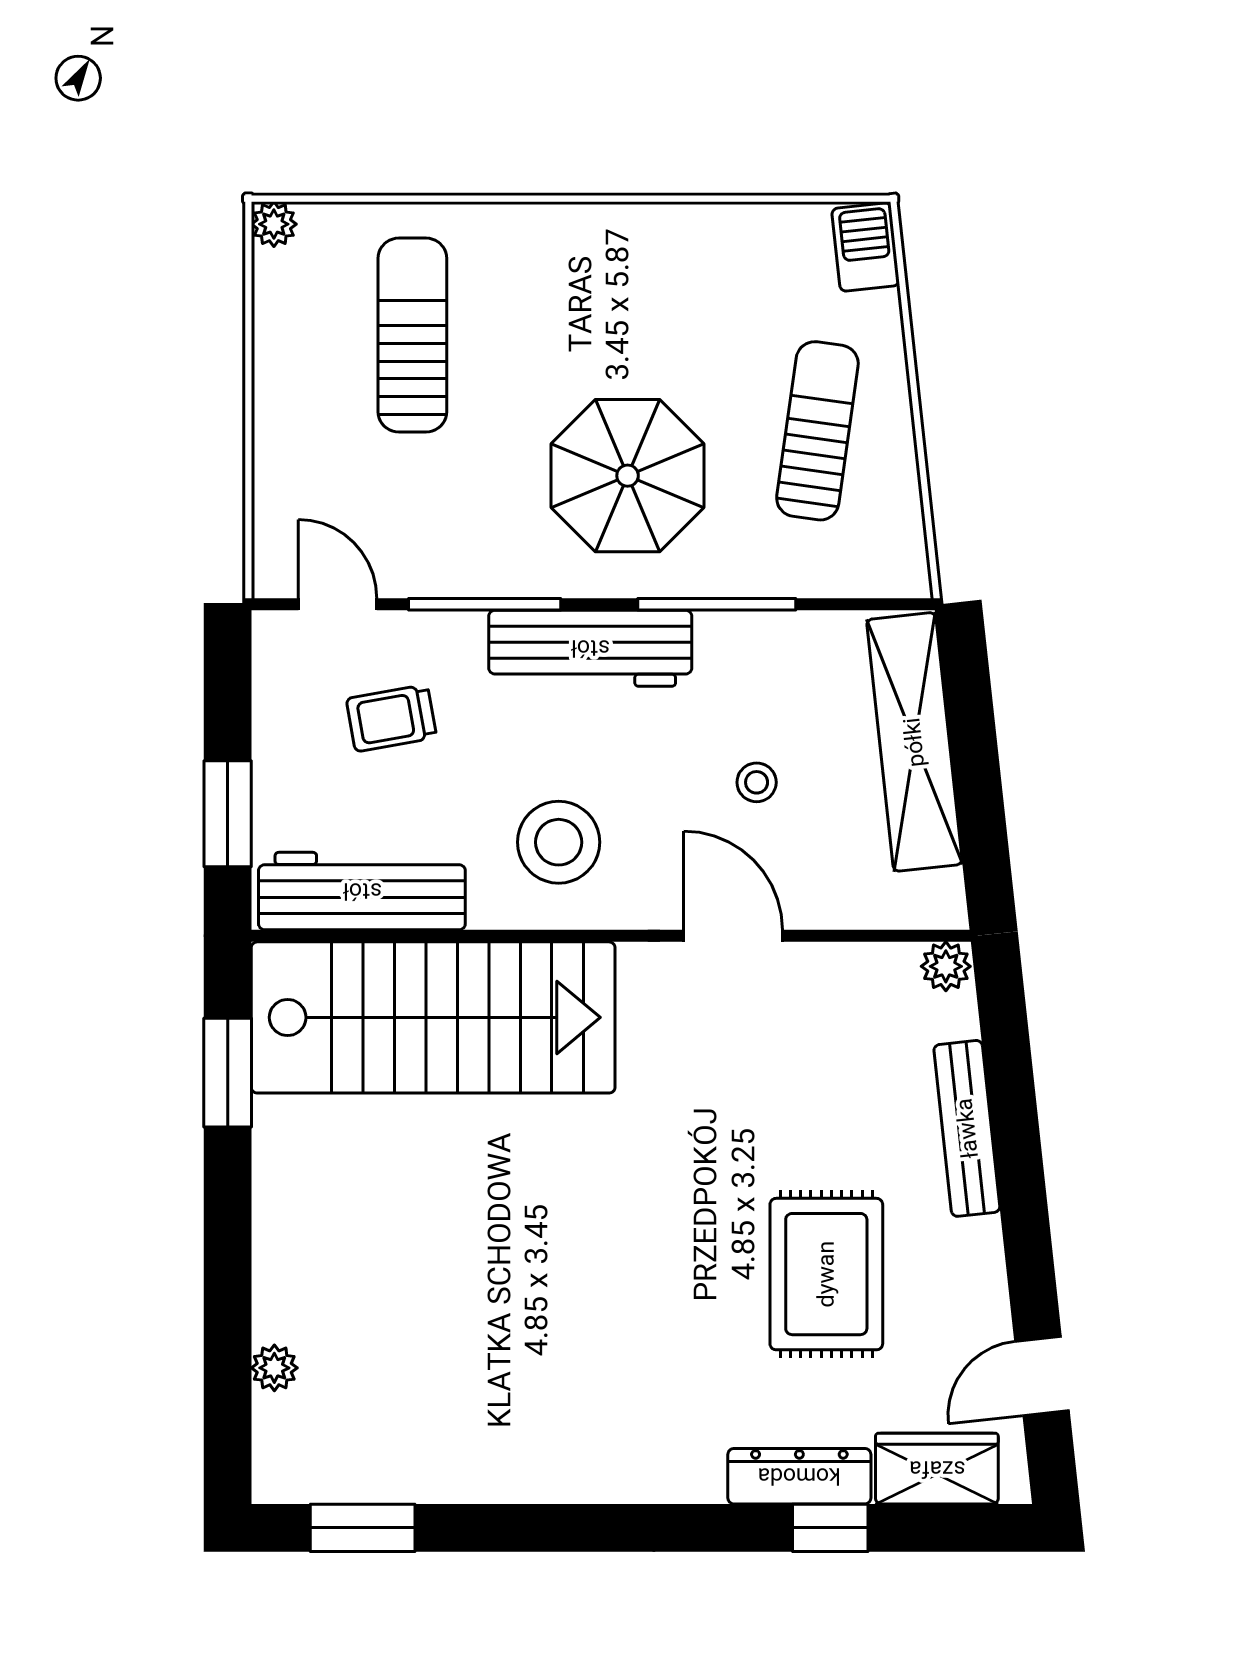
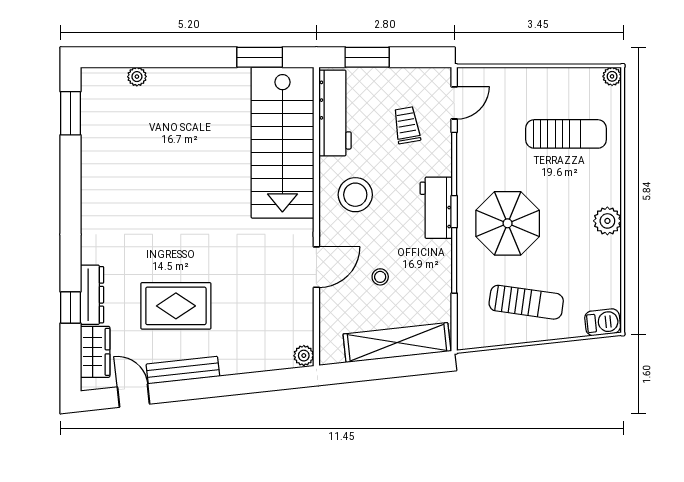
plant: (622, 235) -> (607, 221), added
workbench: (590, 648) -> (436, 208), width x0.73
bench: (967, 1128) -> (183, 370), moved

